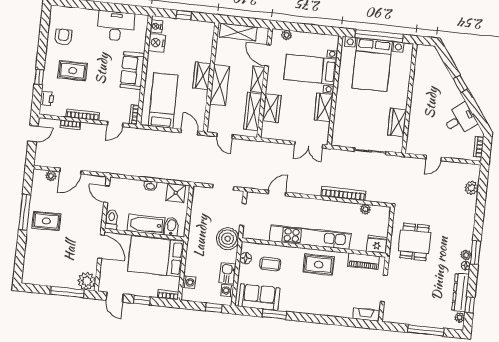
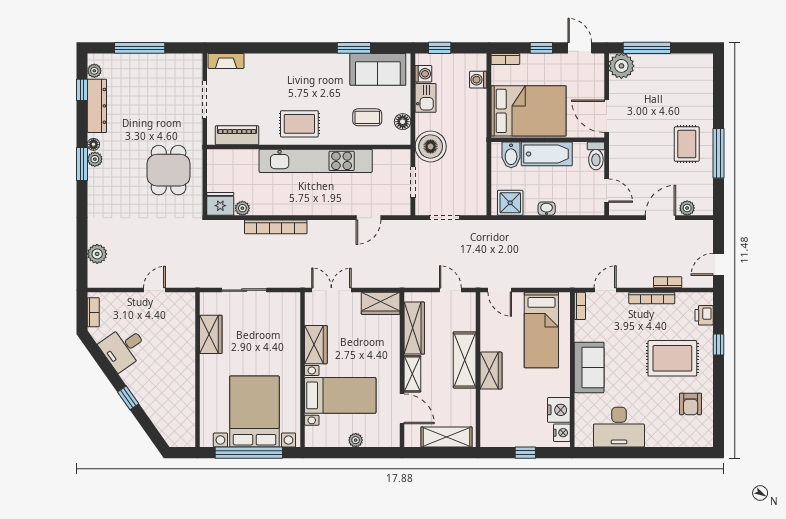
plant: (287, 35) -> (356, 440), moved
rug: (73, 71) -> (672, 358), width x1.36, depth x1.43
wardrobe: (272, 108) -> (381, 303), moved, turned -90
rug: (46, 221) -> (687, 144), turned 90
fridge: (377, 244) -> (220, 204), moved, turned 180

